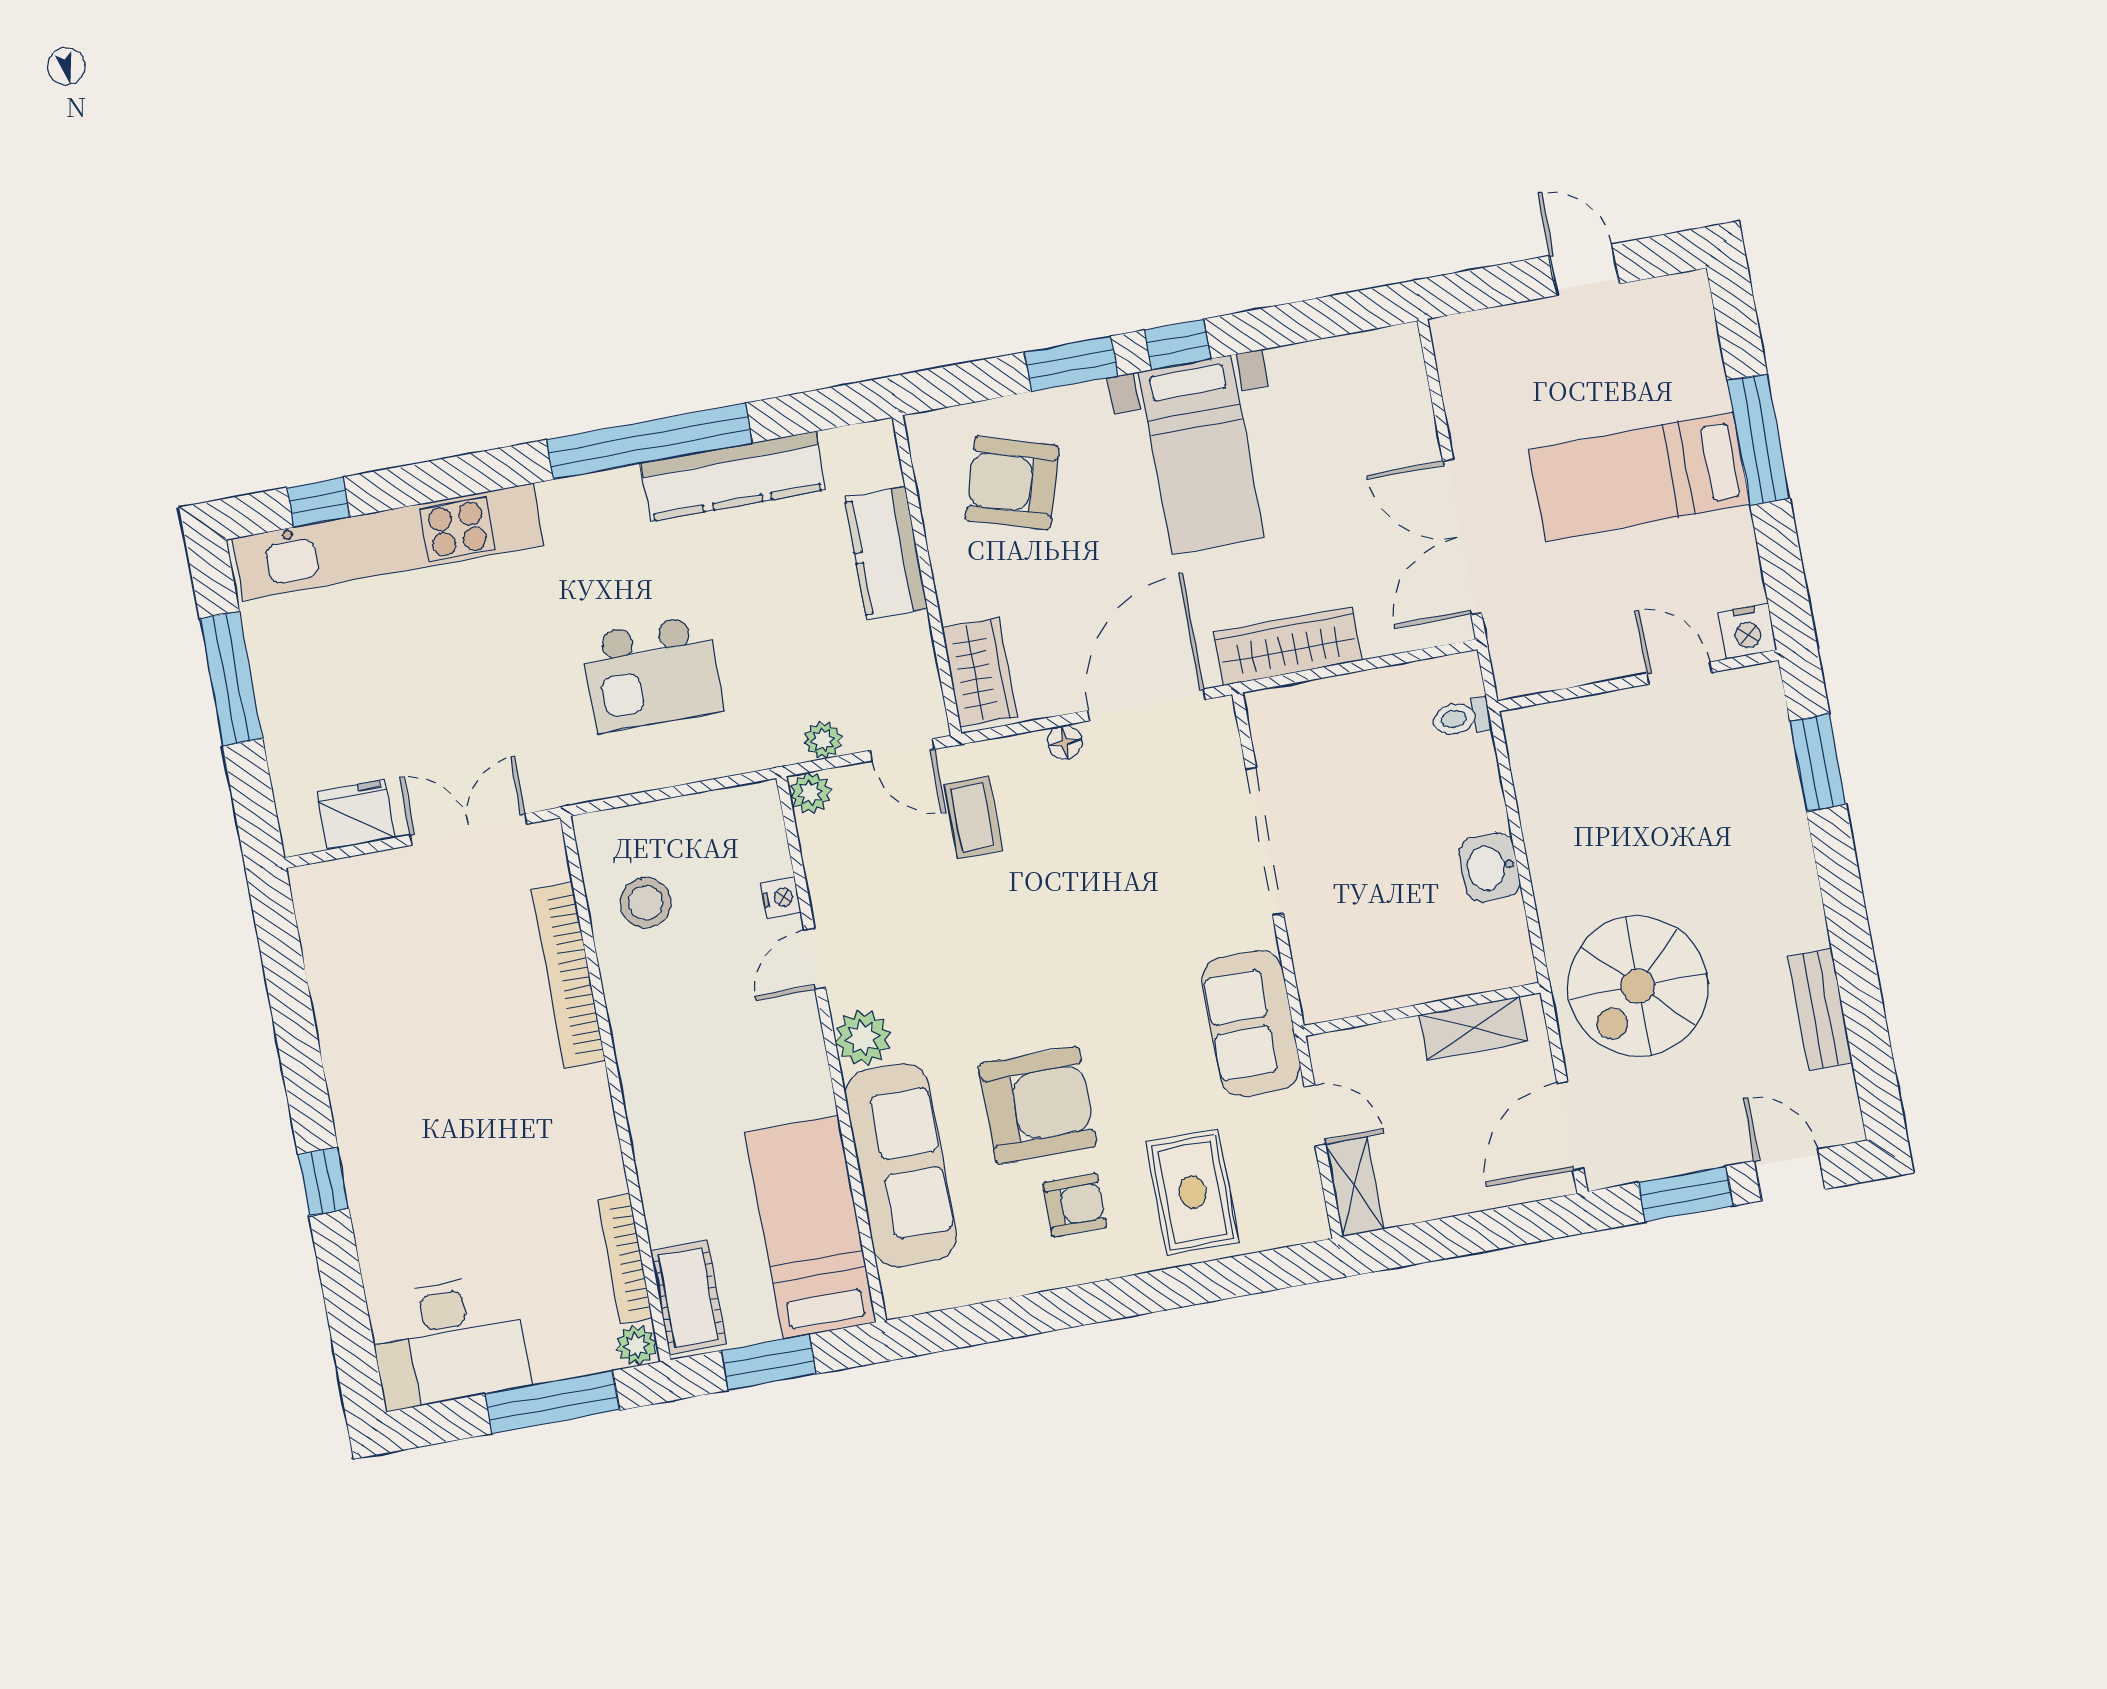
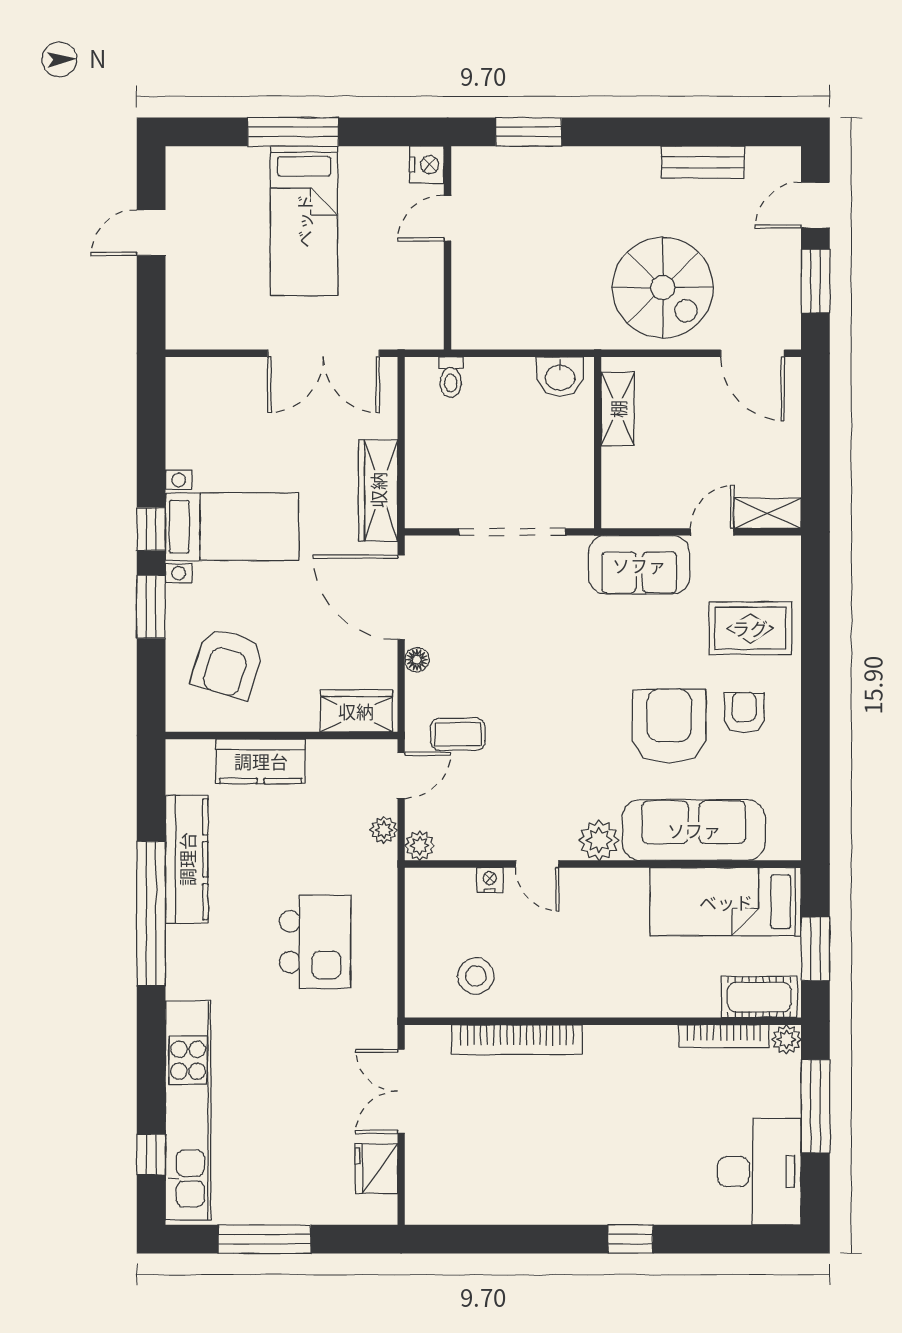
wall: (1422, 1009) -> (598, 443), moved
shelving: (1473, 1028) -> (618, 409), moved

